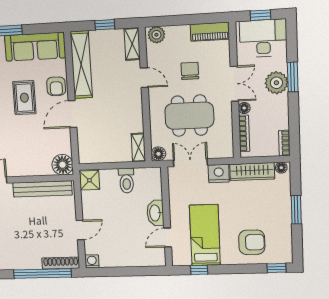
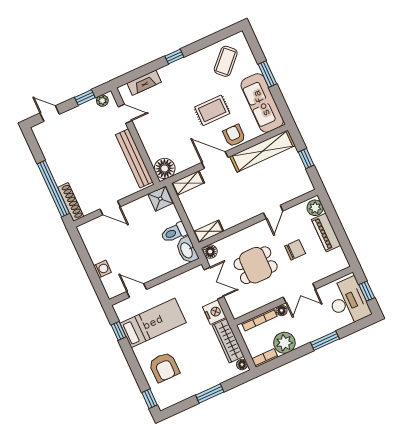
piano: (210, 32) -> (326, 232), moved
shelving: (132, 44) -> (188, 183), moved
plant: (276, 83) -> (284, 343), moved
armchair: (56, 86) -> (234, 136), turned 90
dining table: (189, 116) -> (256, 265), width x0.73
washbasin: (155, 213) -> (187, 250), moved, turned -90
washing machine: (92, 261) -> (102, 269), moved

